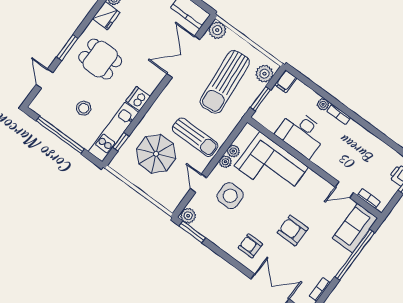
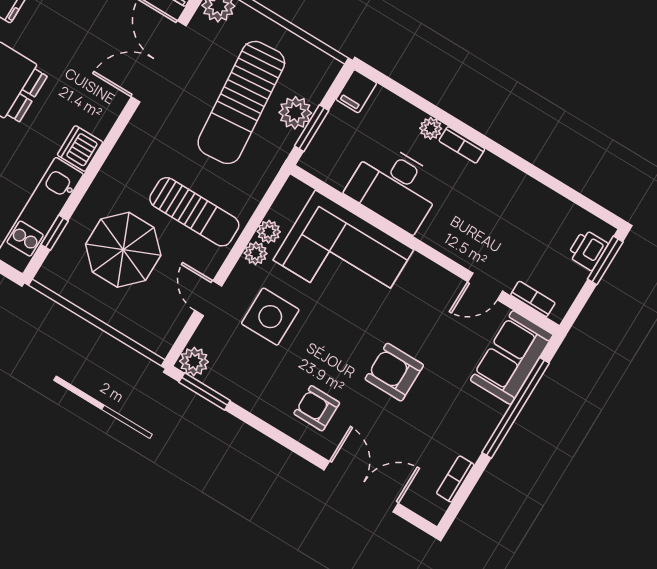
plant: (264, 74) -> (295, 113), moved

